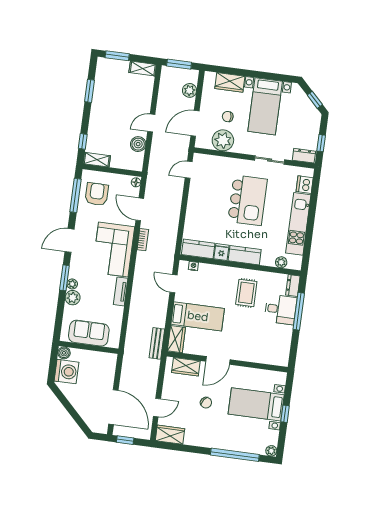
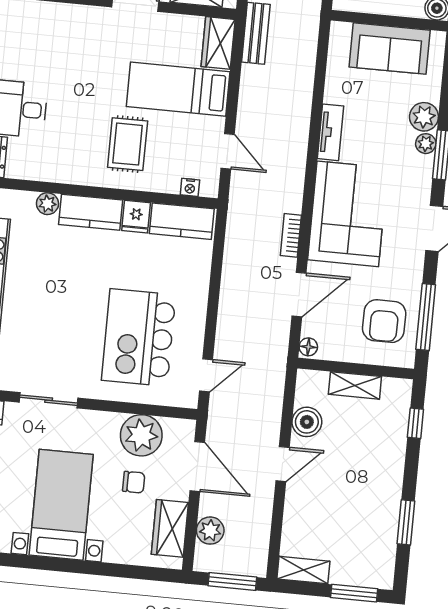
wardrobe: (230, 82) -> (170, 528), moved, turned -90
door: (195, 123) -> (197, 467), hinge flipped
shelving: (97, 160) -> (355, 385), moved
kitchen island: (248, 200) -> (139, 338), moved
door: (140, 209) -> (299, 295), hinge flipped
plant: (281, 262) -> (47, 204), moved
rug: (246, 293) -> (128, 144), moved

